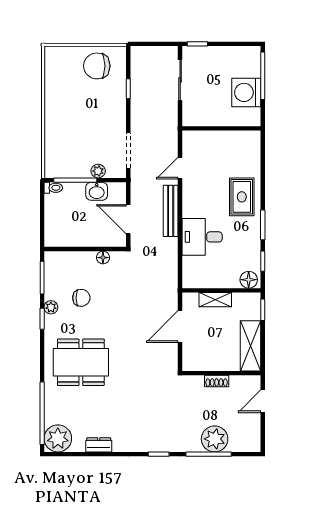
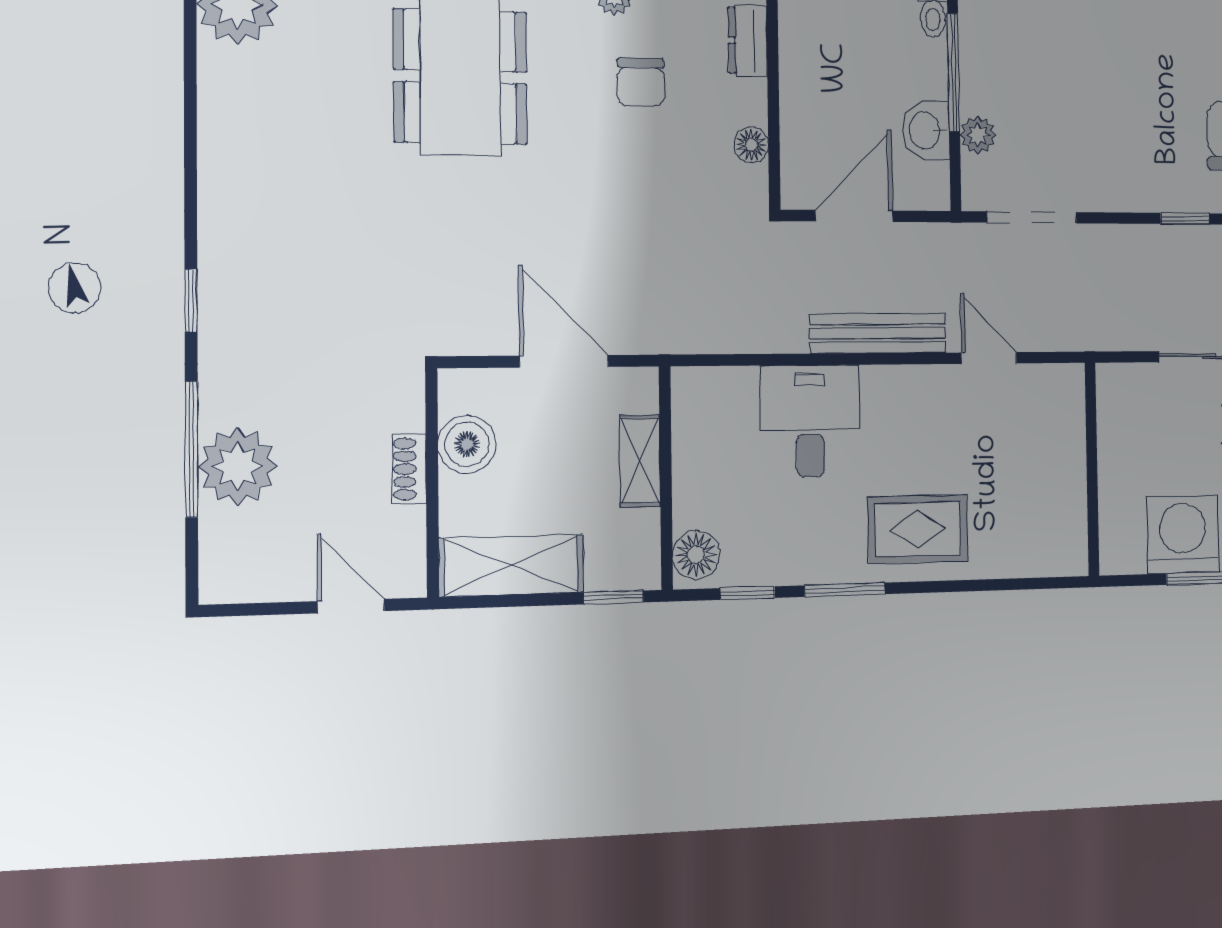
boiler: (208, 361) -> (467, 444), added
dresser: (99, 445) -> (748, 41), moved, turned 180

